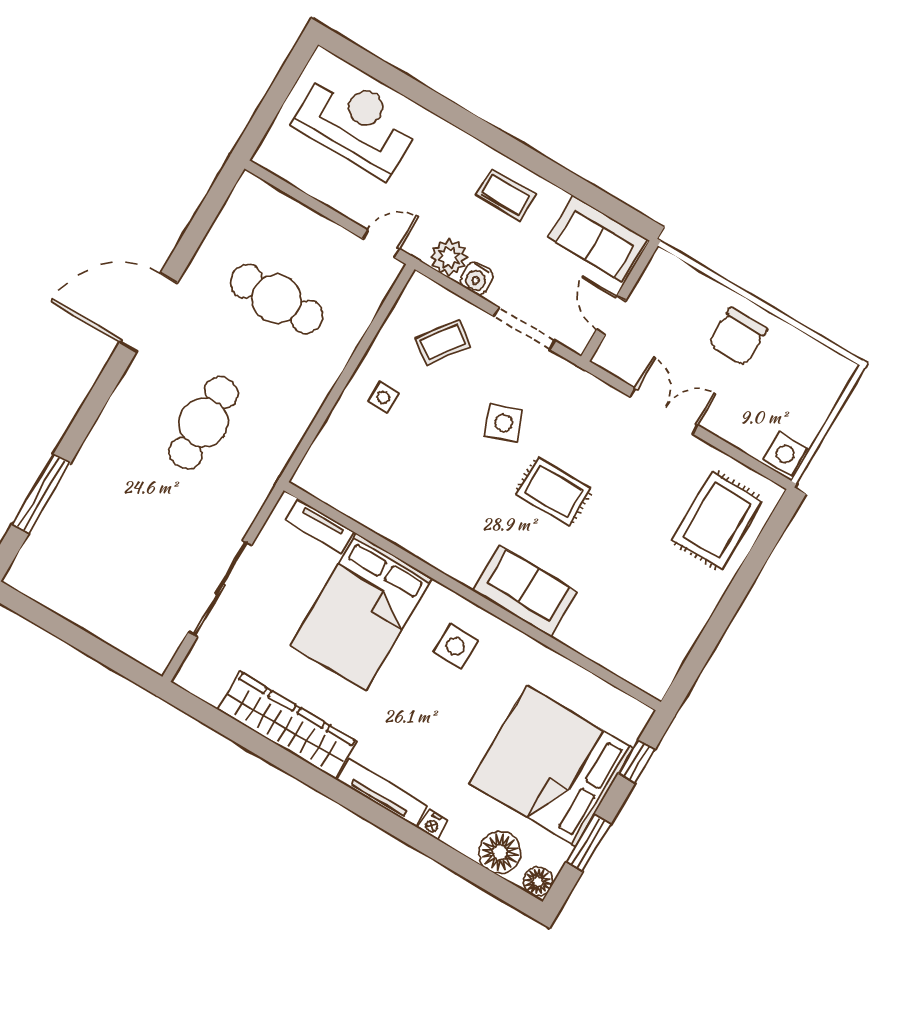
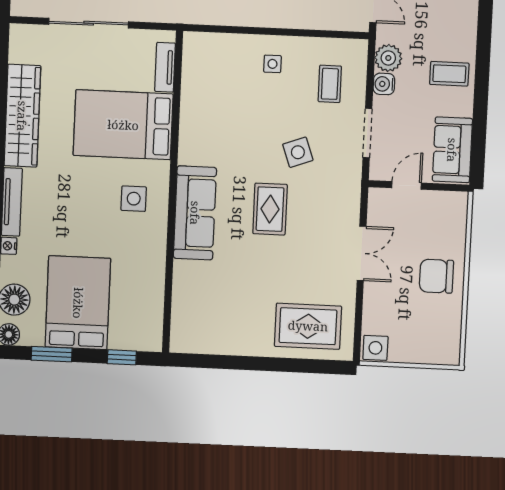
coffee table: (506, 195) -> (449, 74), turned 90
coffee table: (443, 342) -> (330, 84), turned 54
sofa: (525, 591) -> (195, 213), width x1.36
bed: (551, 766) -> (78, 303), width x0.73

